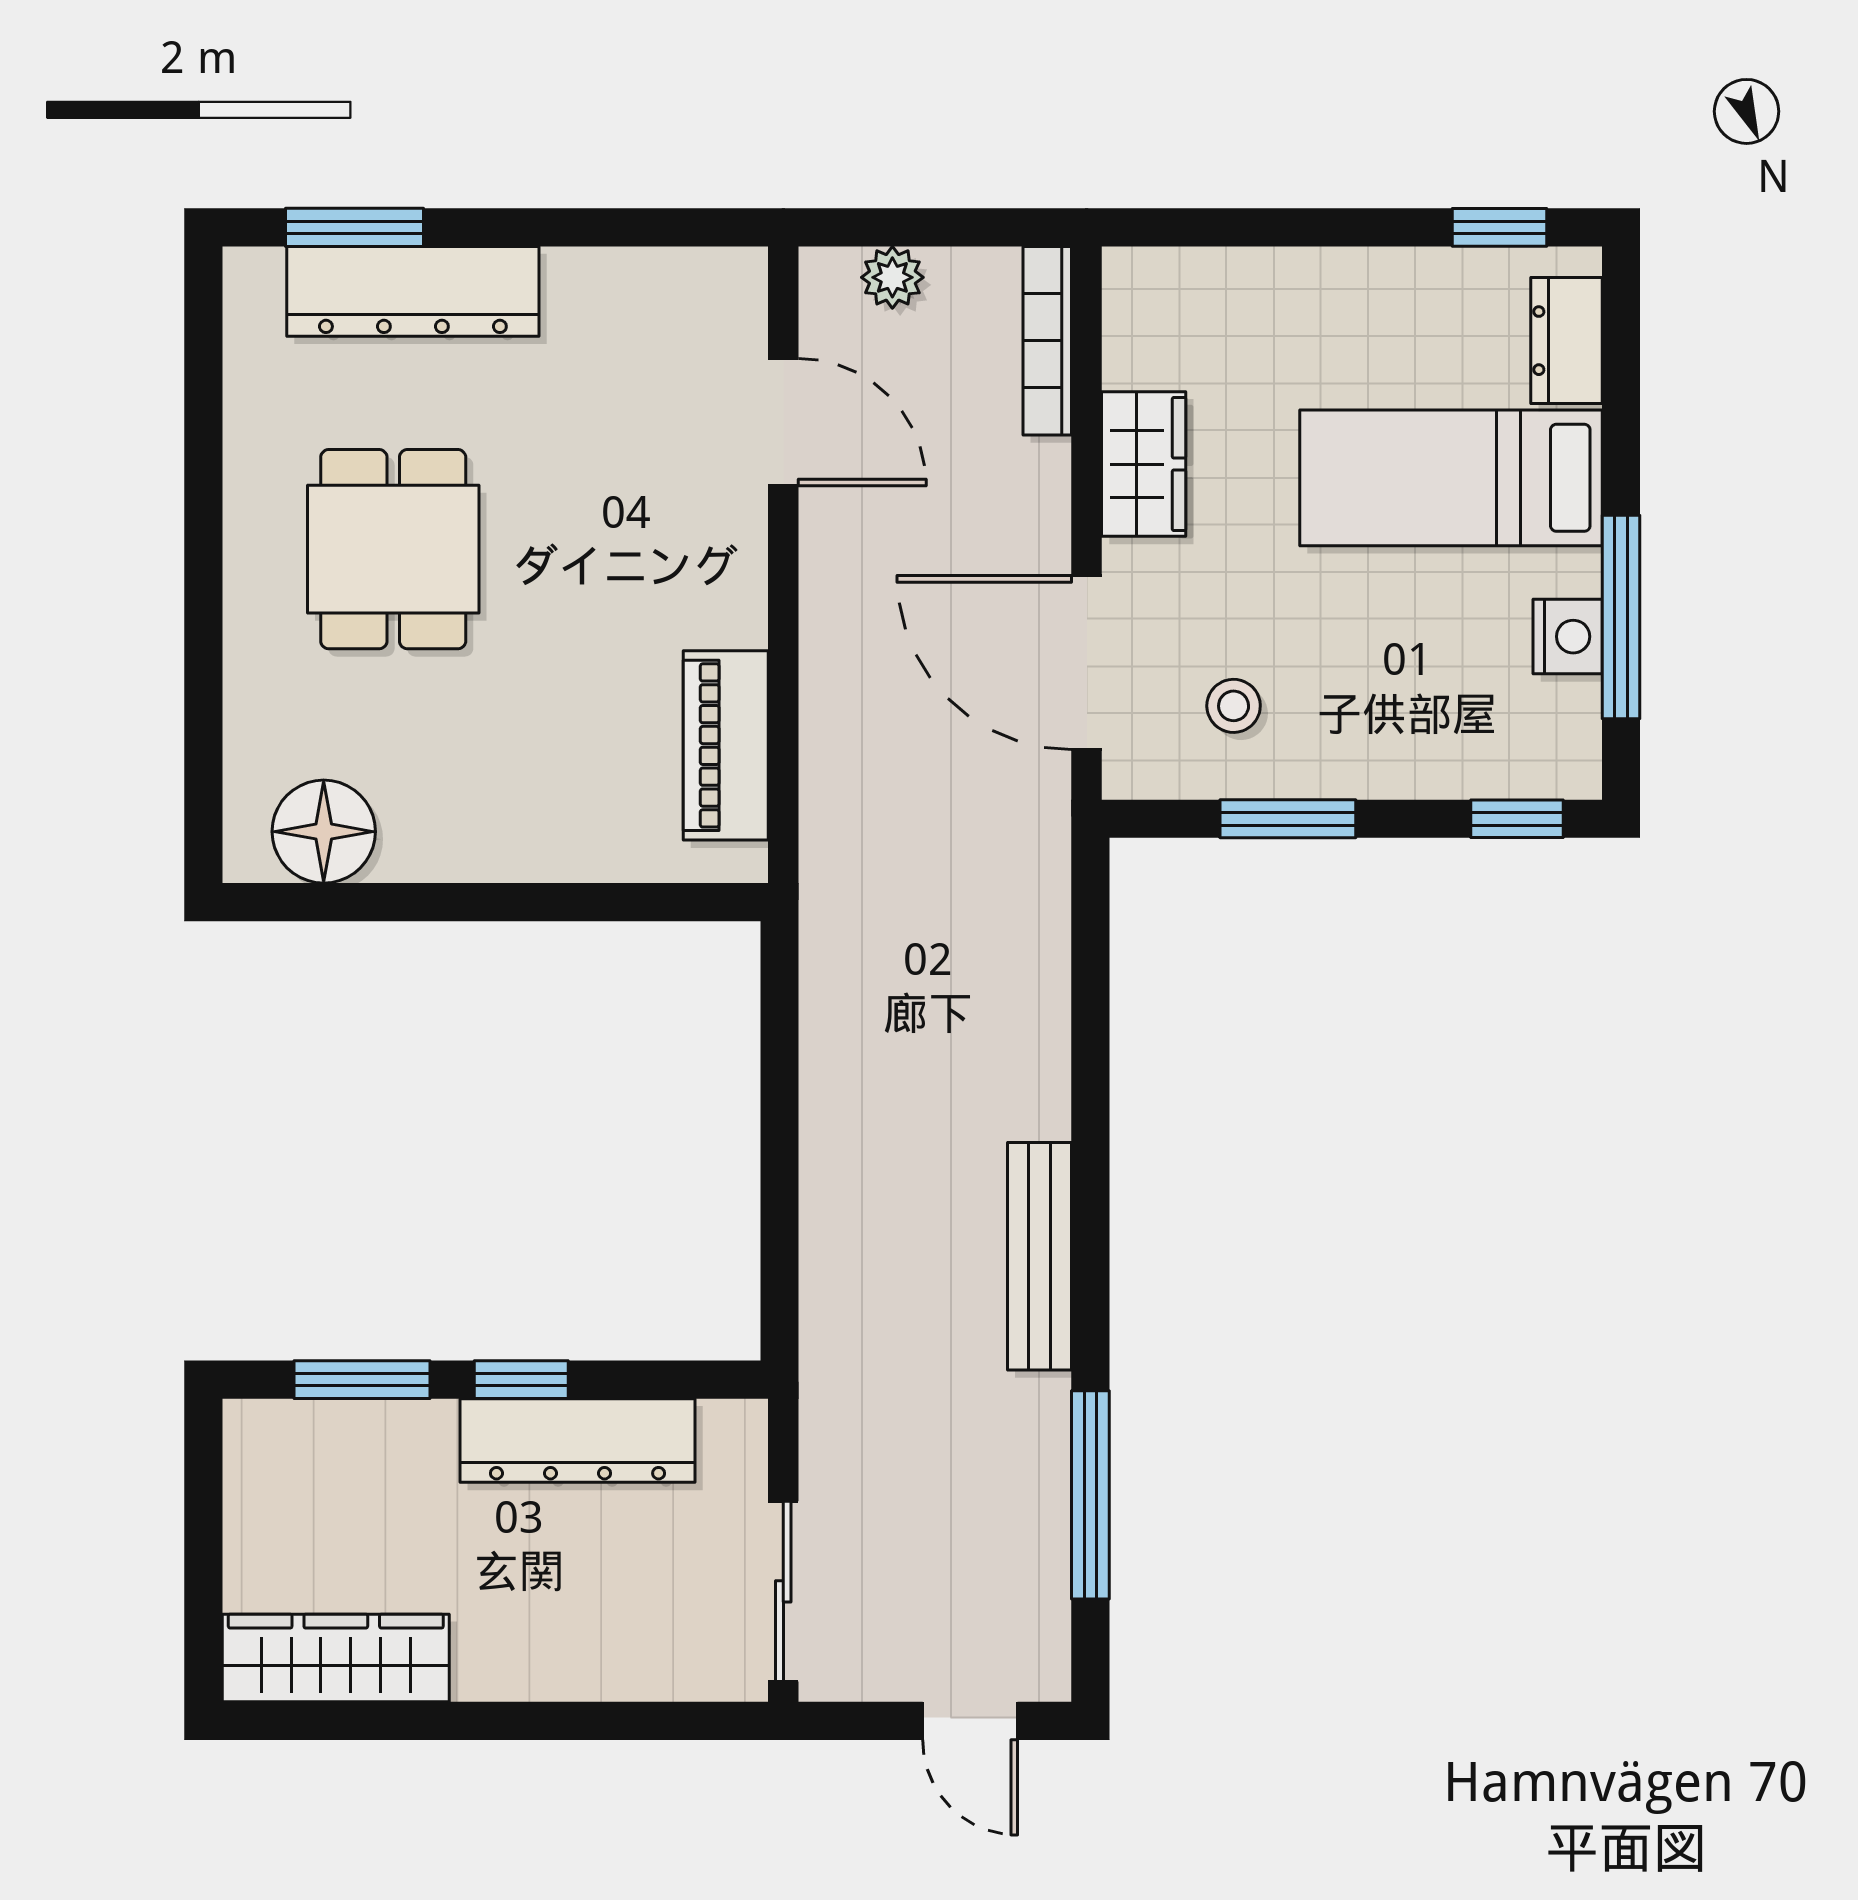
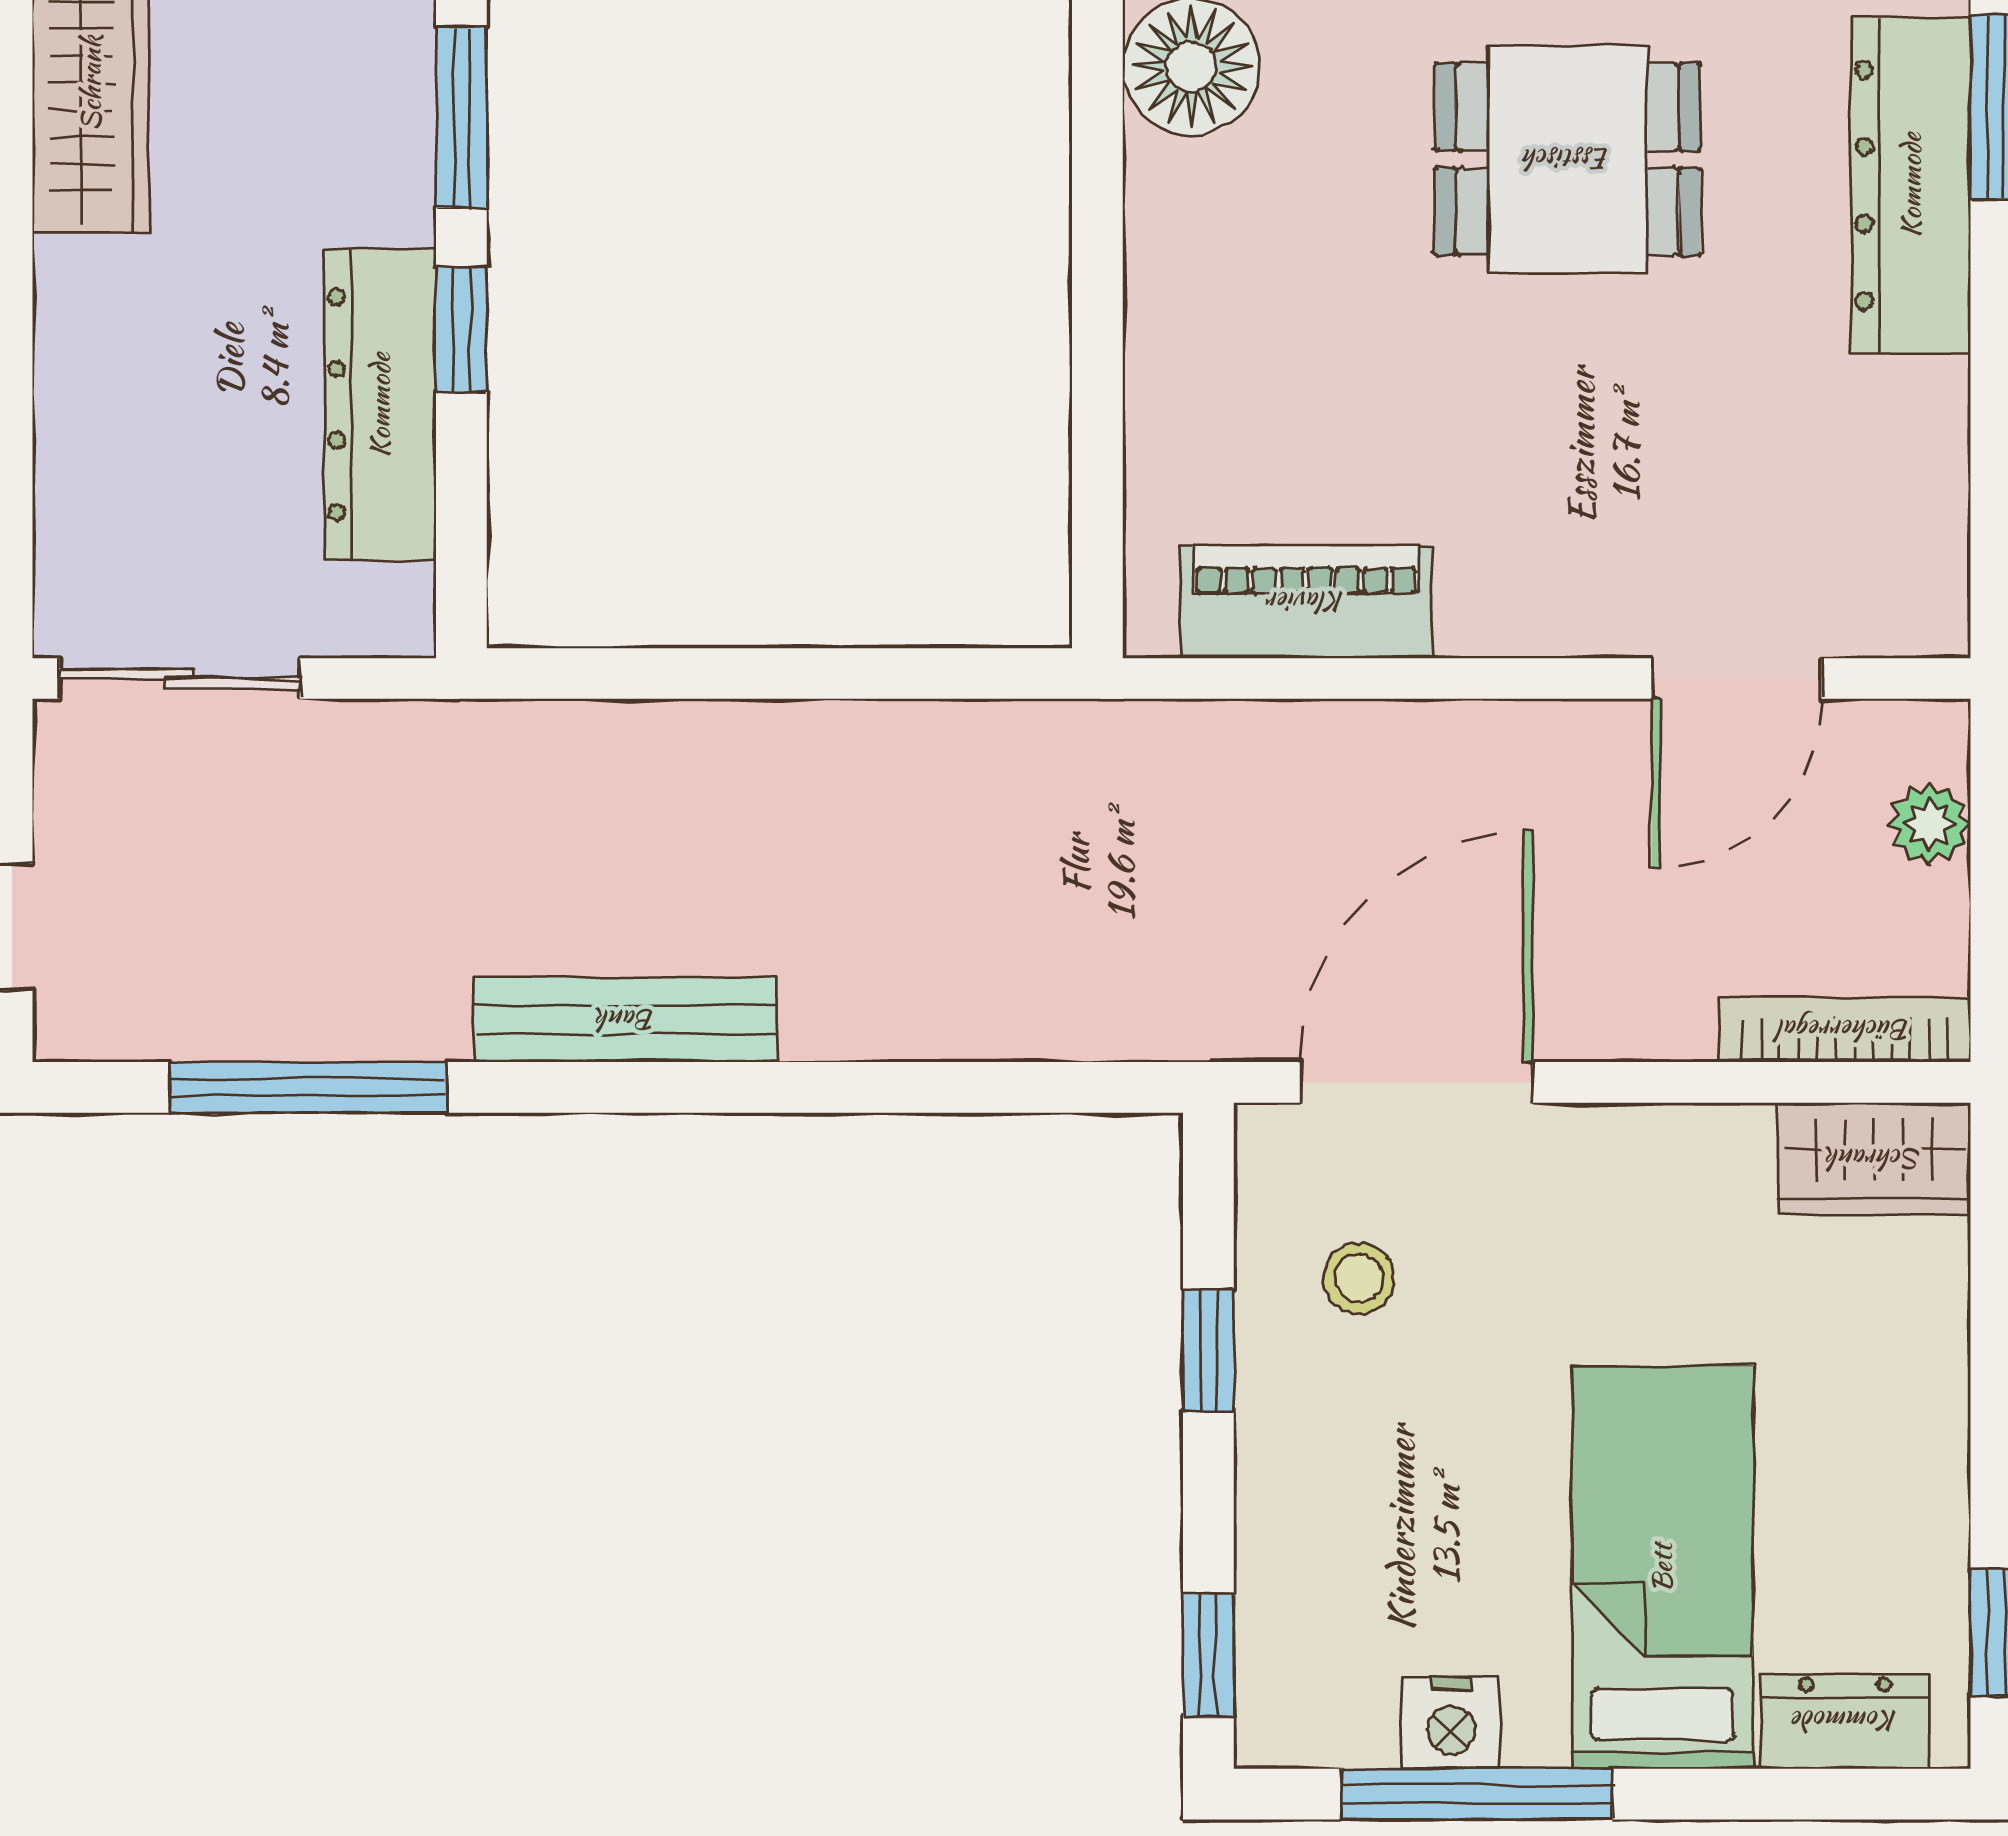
wardrobe: (1144, 464) -> (1874, 1159), moved
window: (1288, 819) -> (1208, 1351), width x0.67

